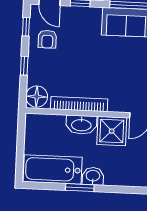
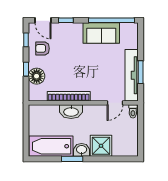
armchair: (47, 39) -> (43, 48), turned 90
floor lamp: (37, 97) -> (37, 76), moved
shower: (112, 131) -> (101, 146), moved

